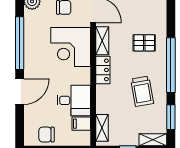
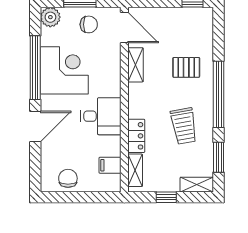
corner desk: (71, 47) -> (64, 70), moved, turned 180
locker: (103, 70) -> (136, 136), moved
desk: (74, 100) -> (101, 116), moved
chair: (47, 135) -> (68, 178), turned 90

